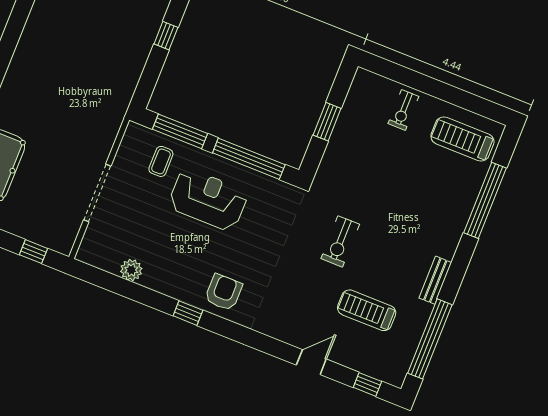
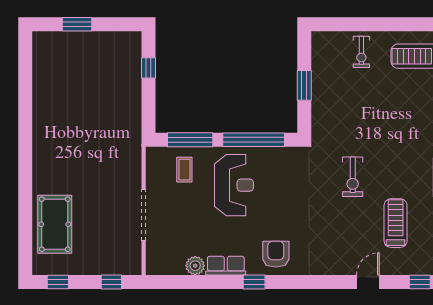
reception desk: (208, 200) -> (234, 185), turned 90
row of seats: (164, 283) -> (226, 266), added
treadmill: (367, 310) -> (396, 223), turned 90

